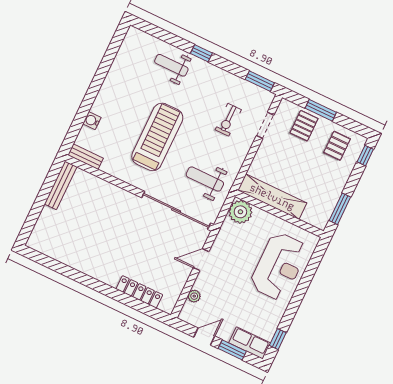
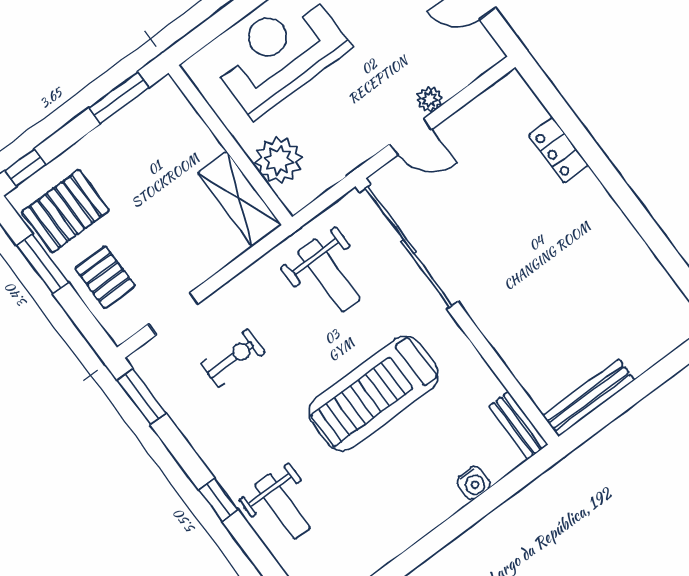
window: (321, 110) -> (43, 264), moved
pallet: (304, 126) -> (105, 277), turned 90
pallet: (337, 146) -> (65, 211), width x1.50, depth x1.42
shelving: (272, 197) -> (240, 199), width x0.68
plant: (240, 212) -> (279, 160), moved
locker: (139, 292) -> (558, 150), width x0.66
plant: (194, 296) -> (430, 99), moved

